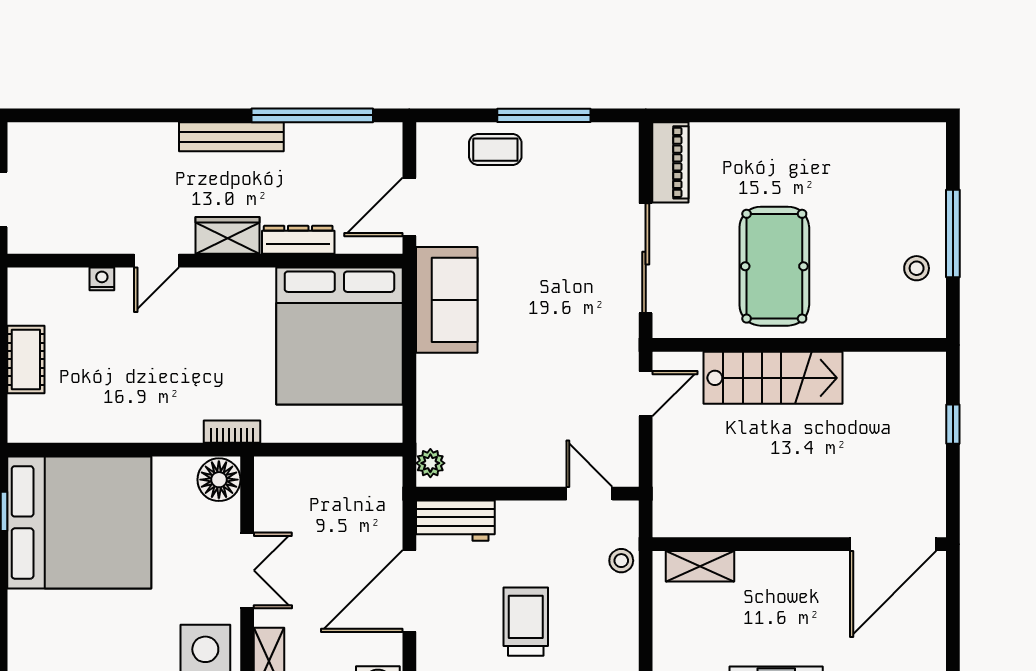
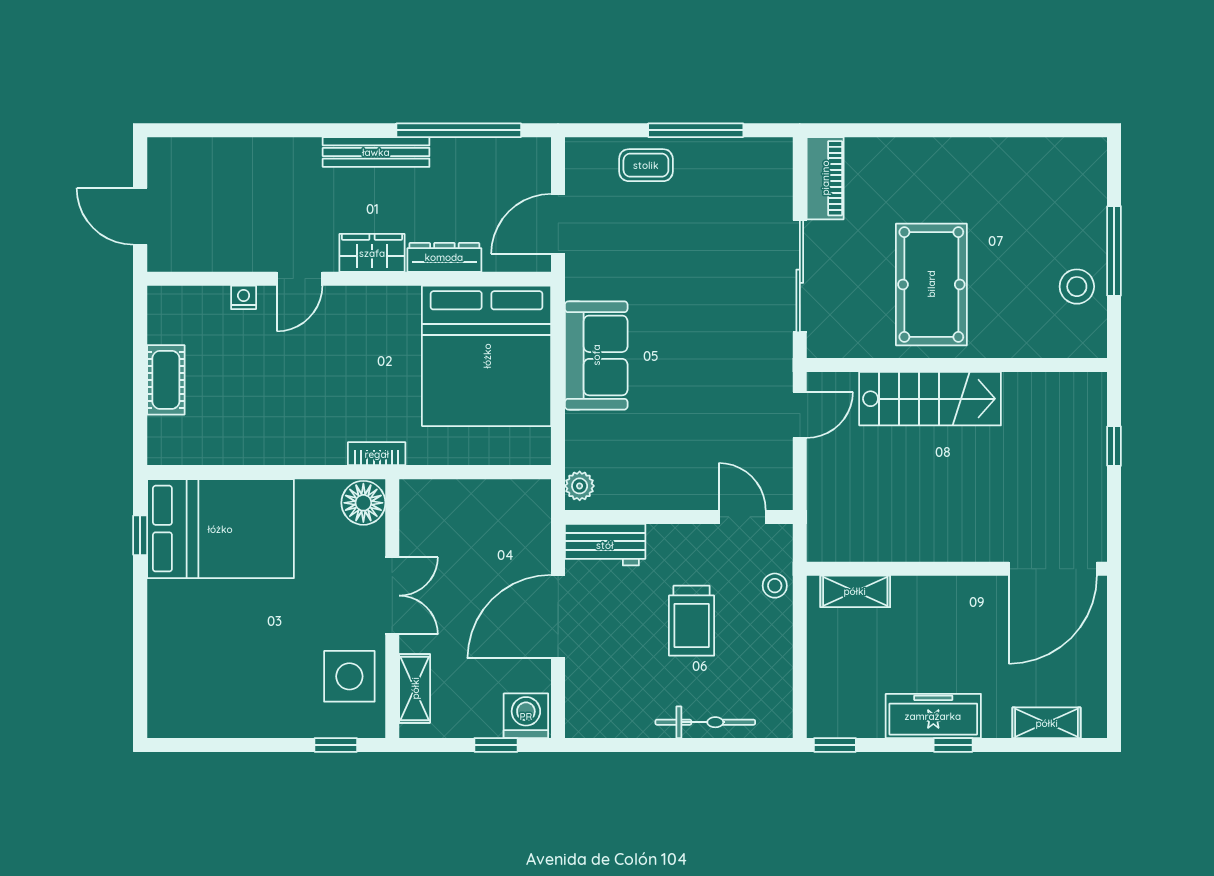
stool: (917, 268) -> (1077, 287), width x1.37, depth x1.37
sofa: (447, 300) -> (596, 355), moved
bed: (79, 522) -> (220, 529), width x0.73
trolley: (526, 622) -> (692, 621), moved, turned 180

